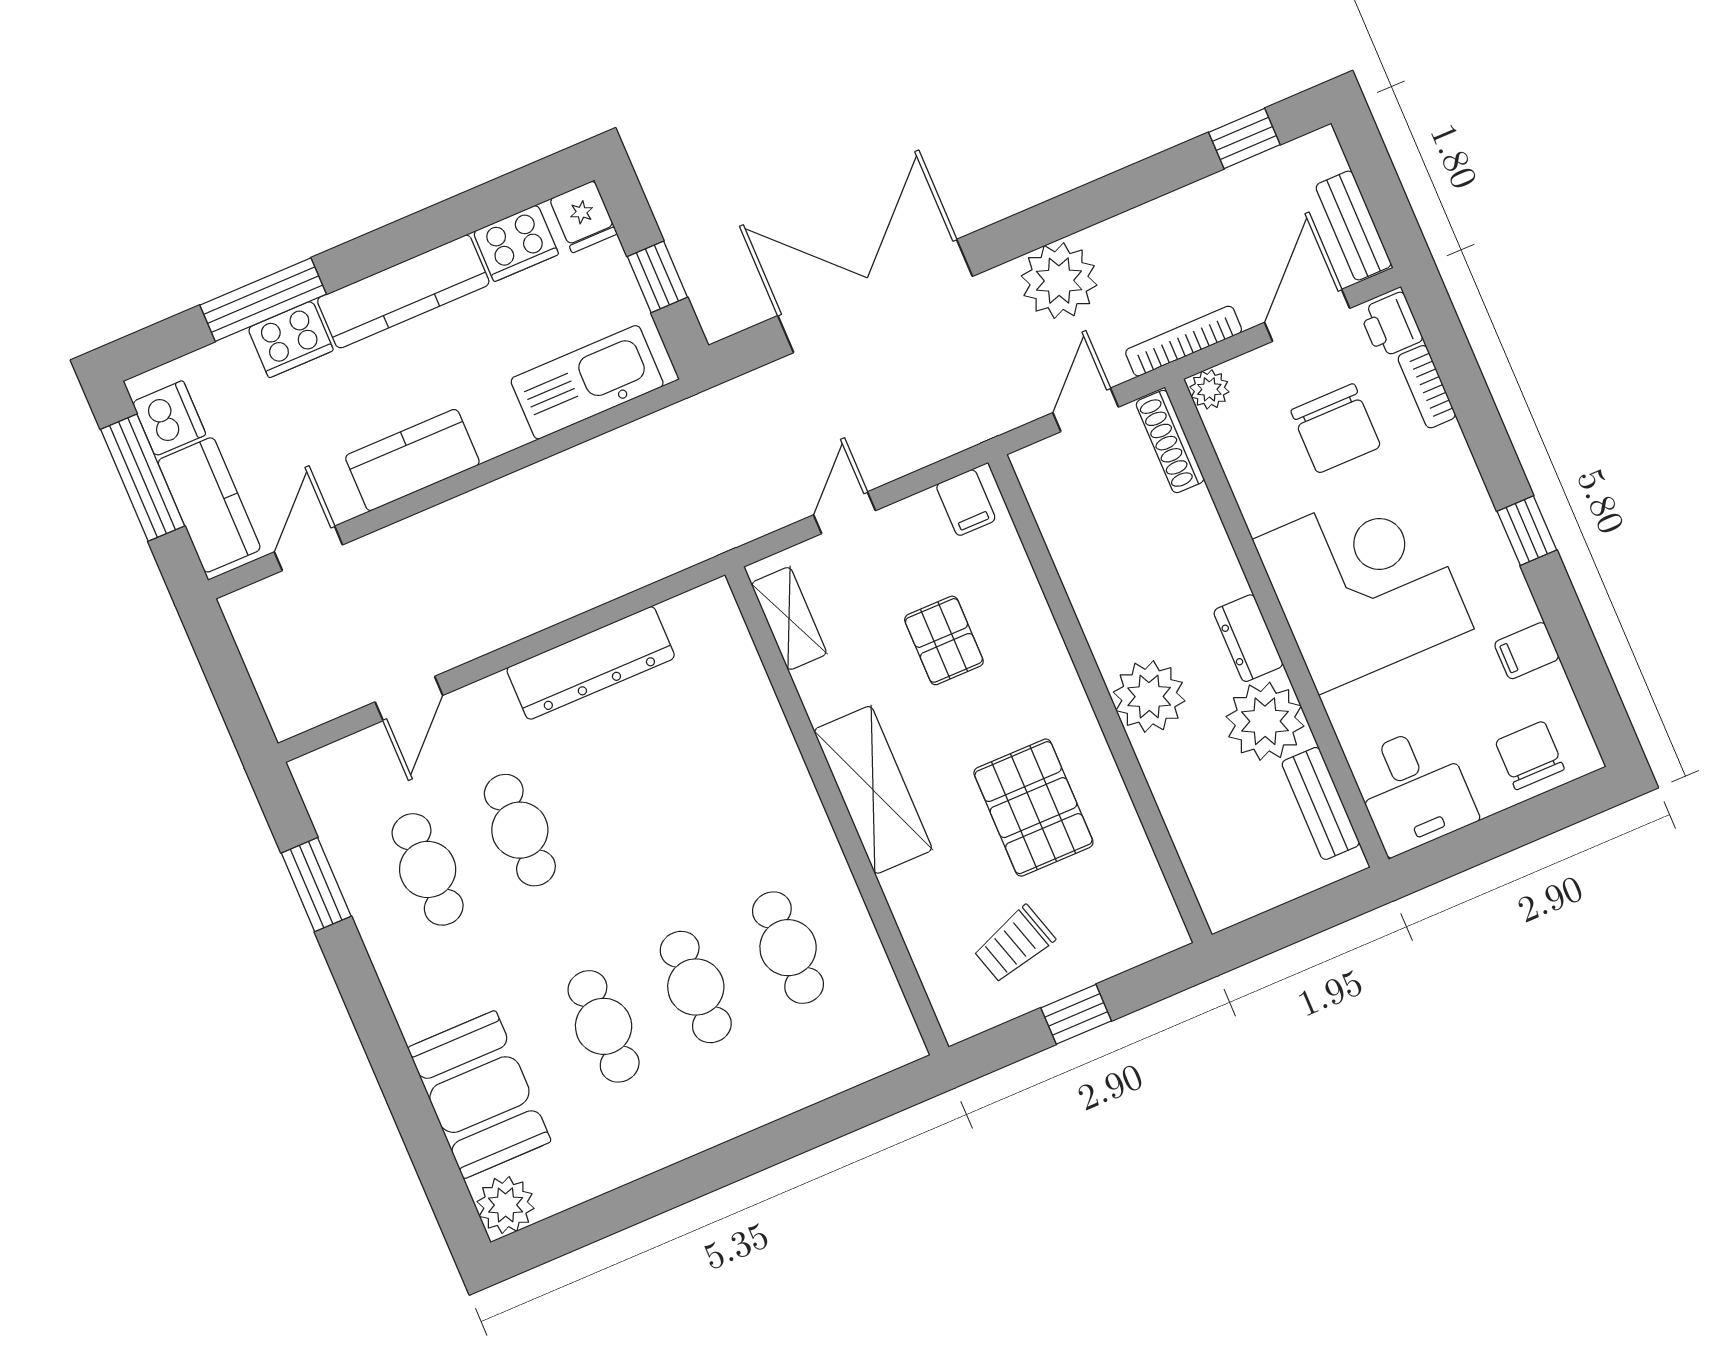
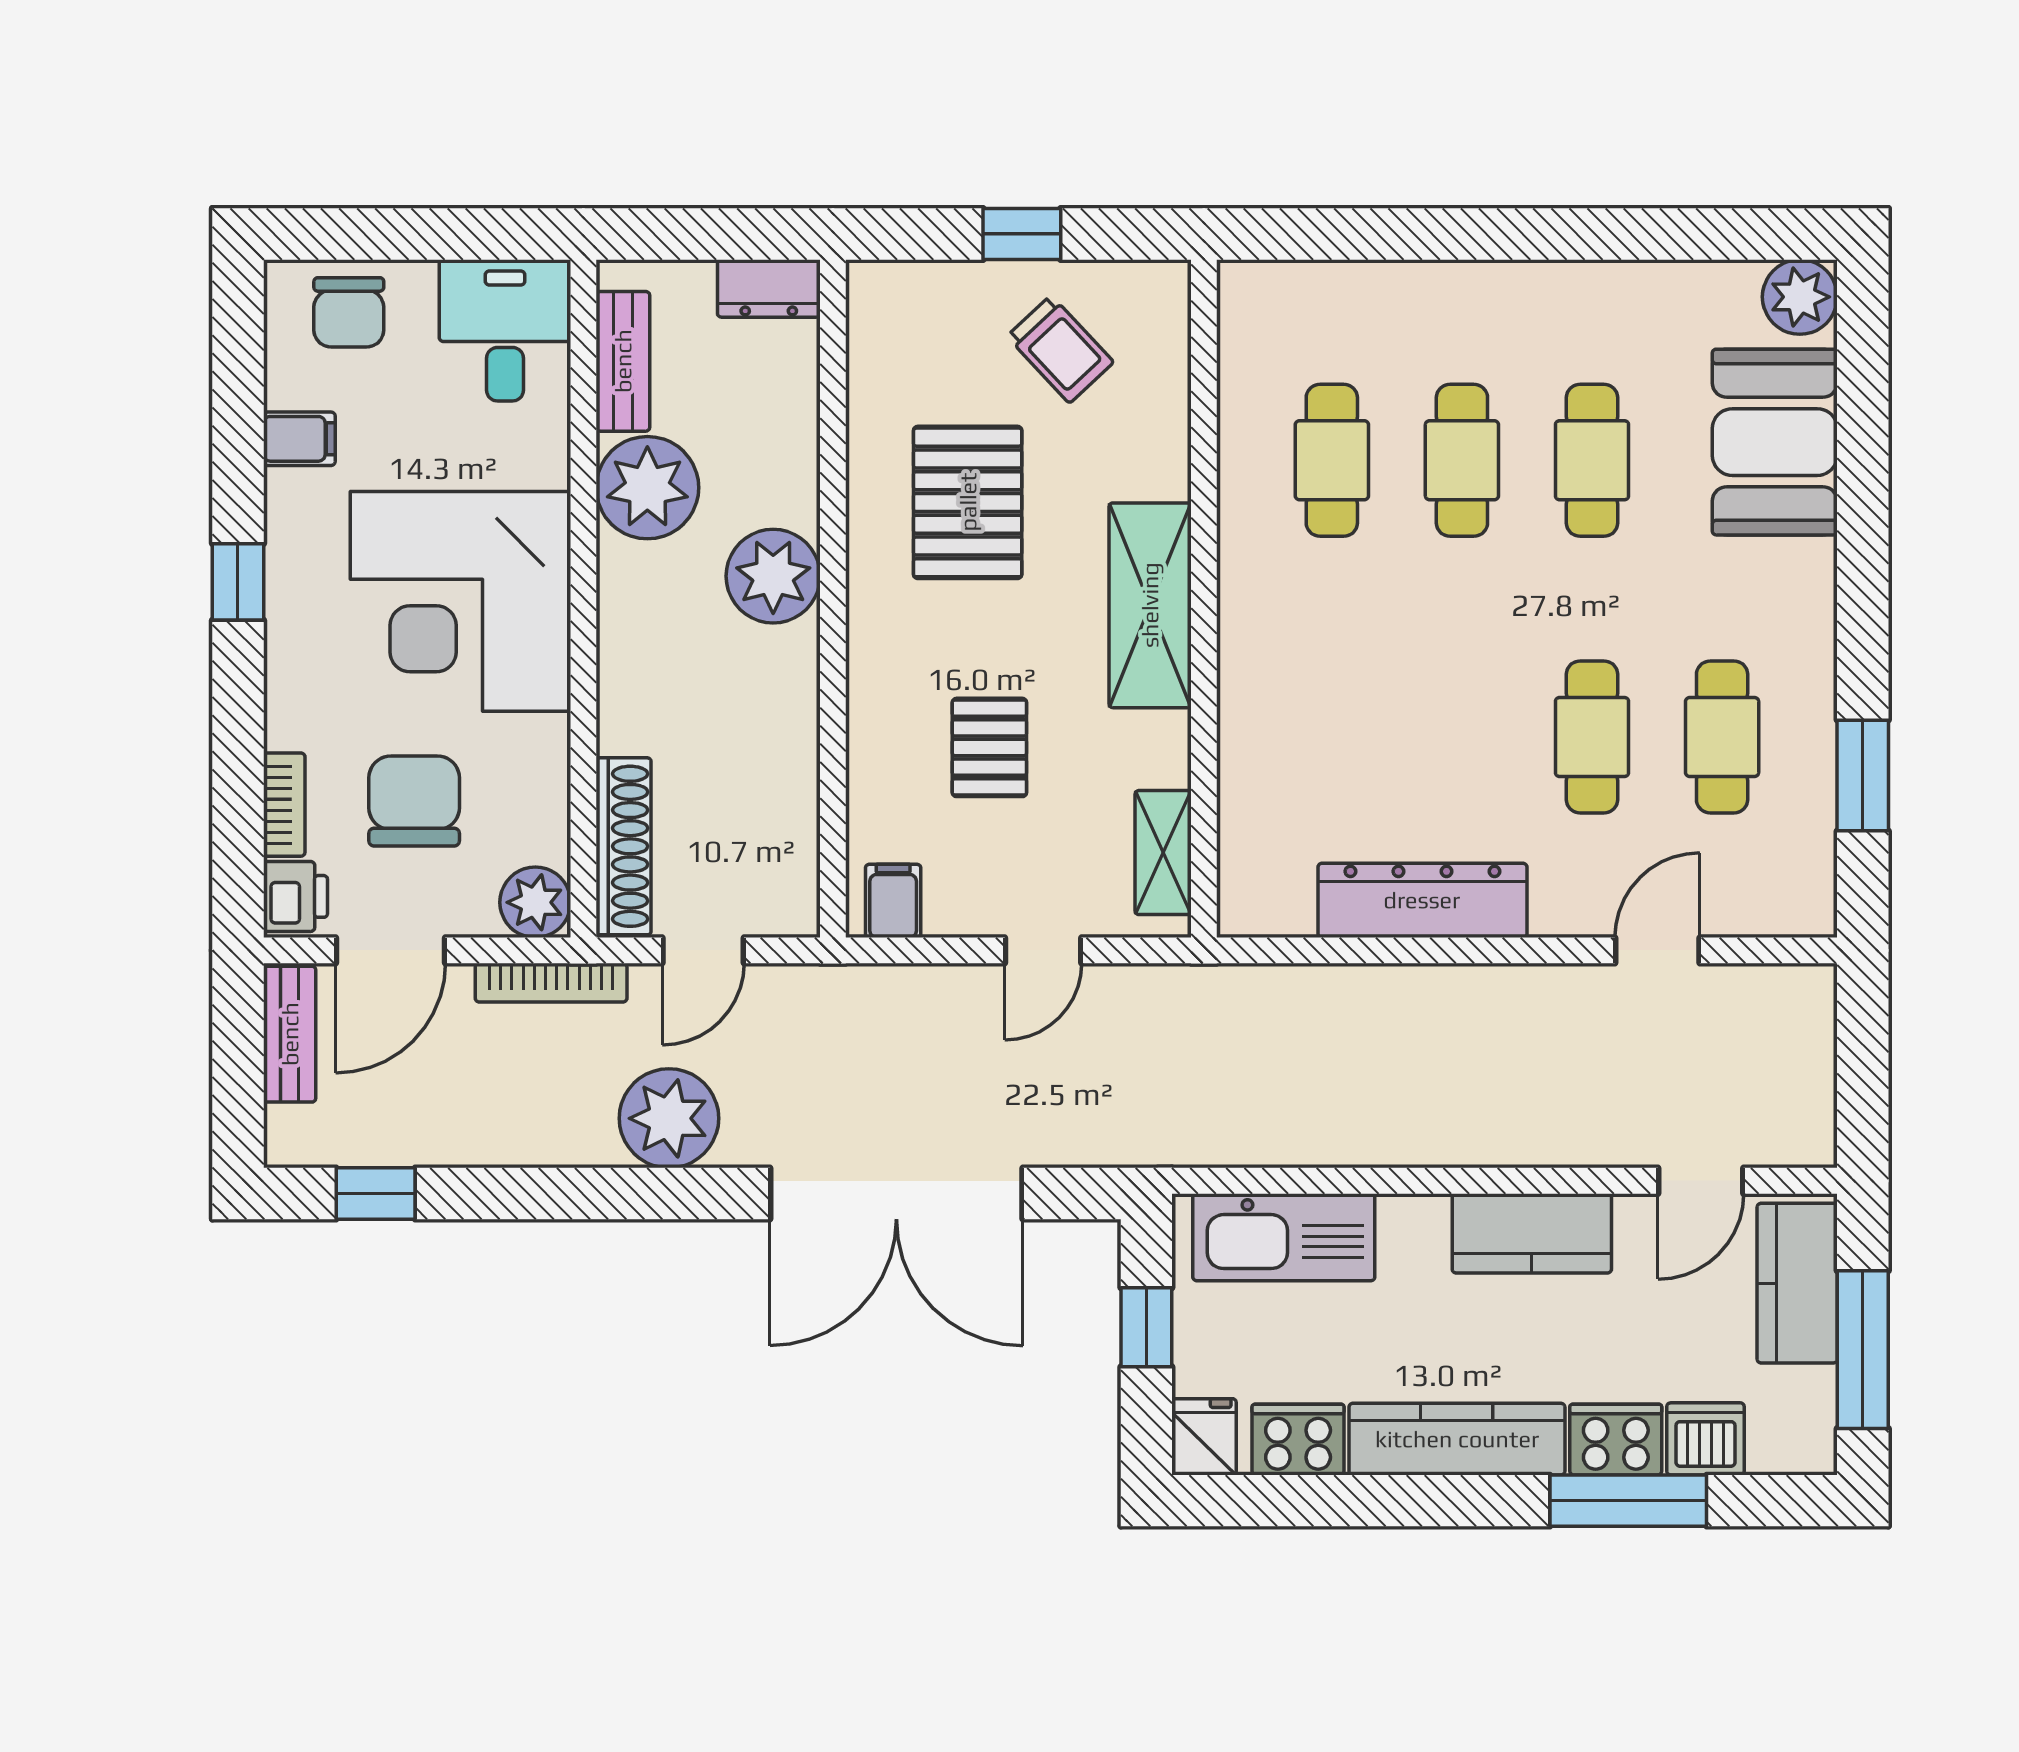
plant: (1209, 389) -> (535, 902), width x1.38, depth x1.38
dishwasher: (169, 418) -> (1705, 1439), moved, turned 90
shoe rack: (1170, 441) -> (624, 846), width x1.36, depth x1.24
dresser: (1248, 638) -> (769, 288), moved, turned 90
trolley: (1014, 944) -> (1060, 349), turned 64

